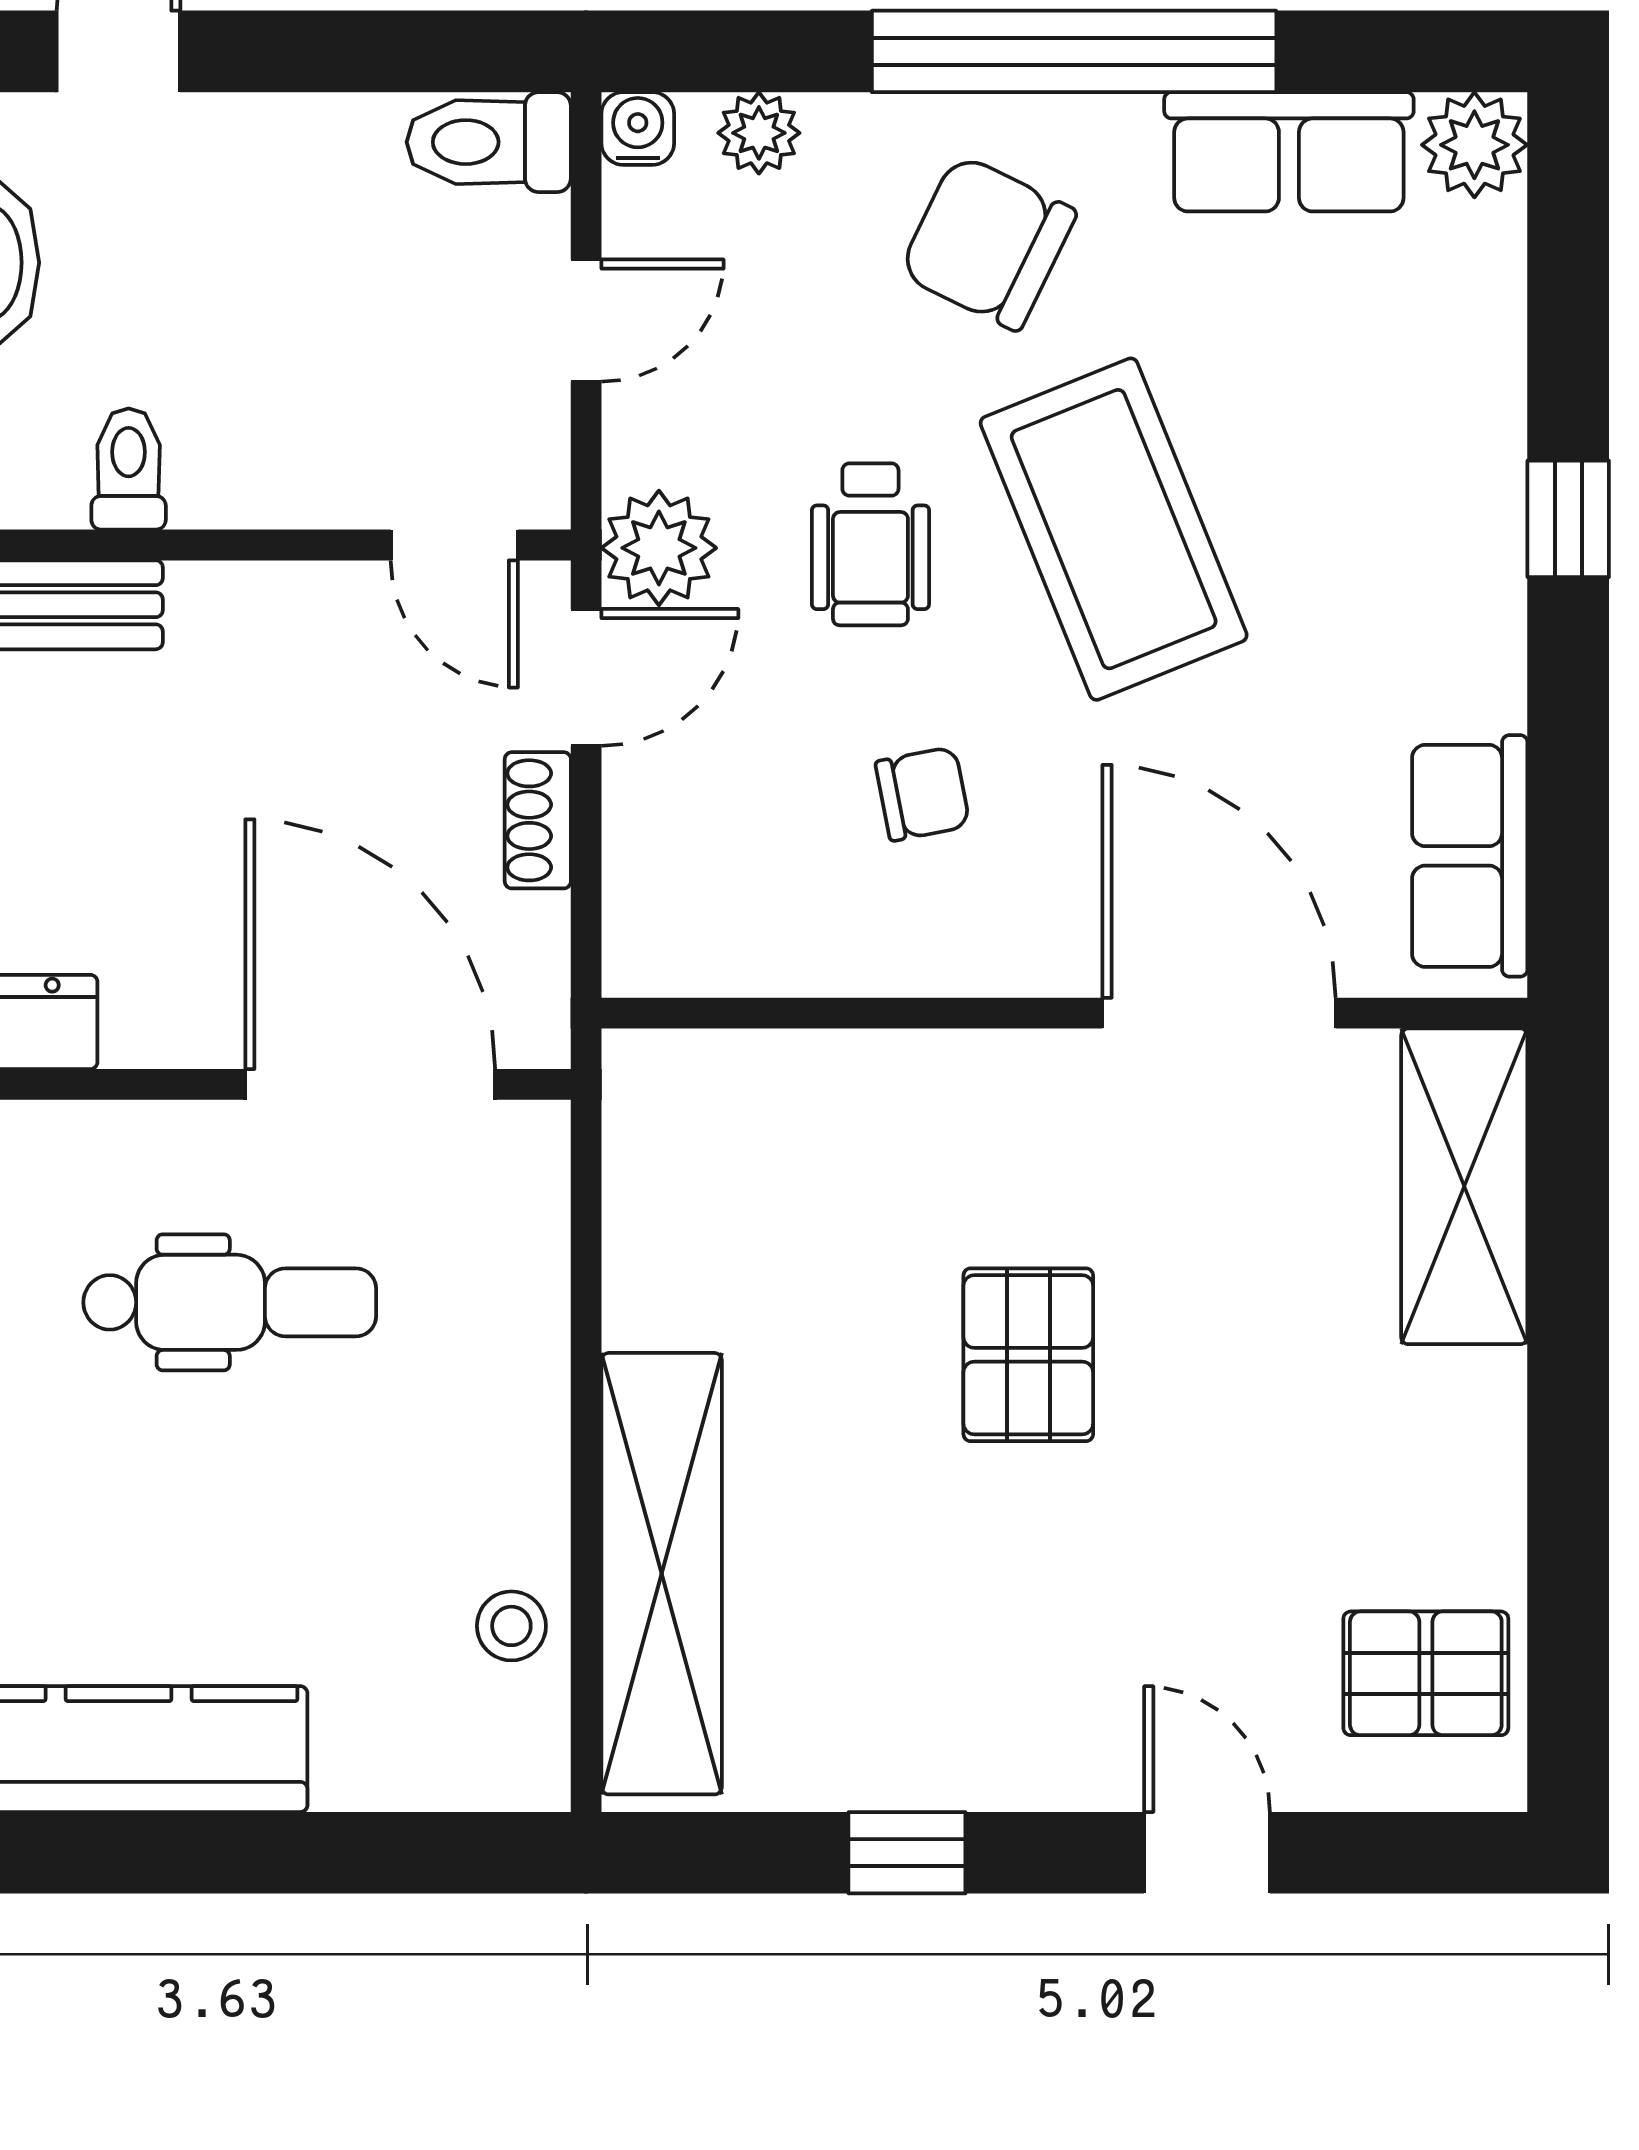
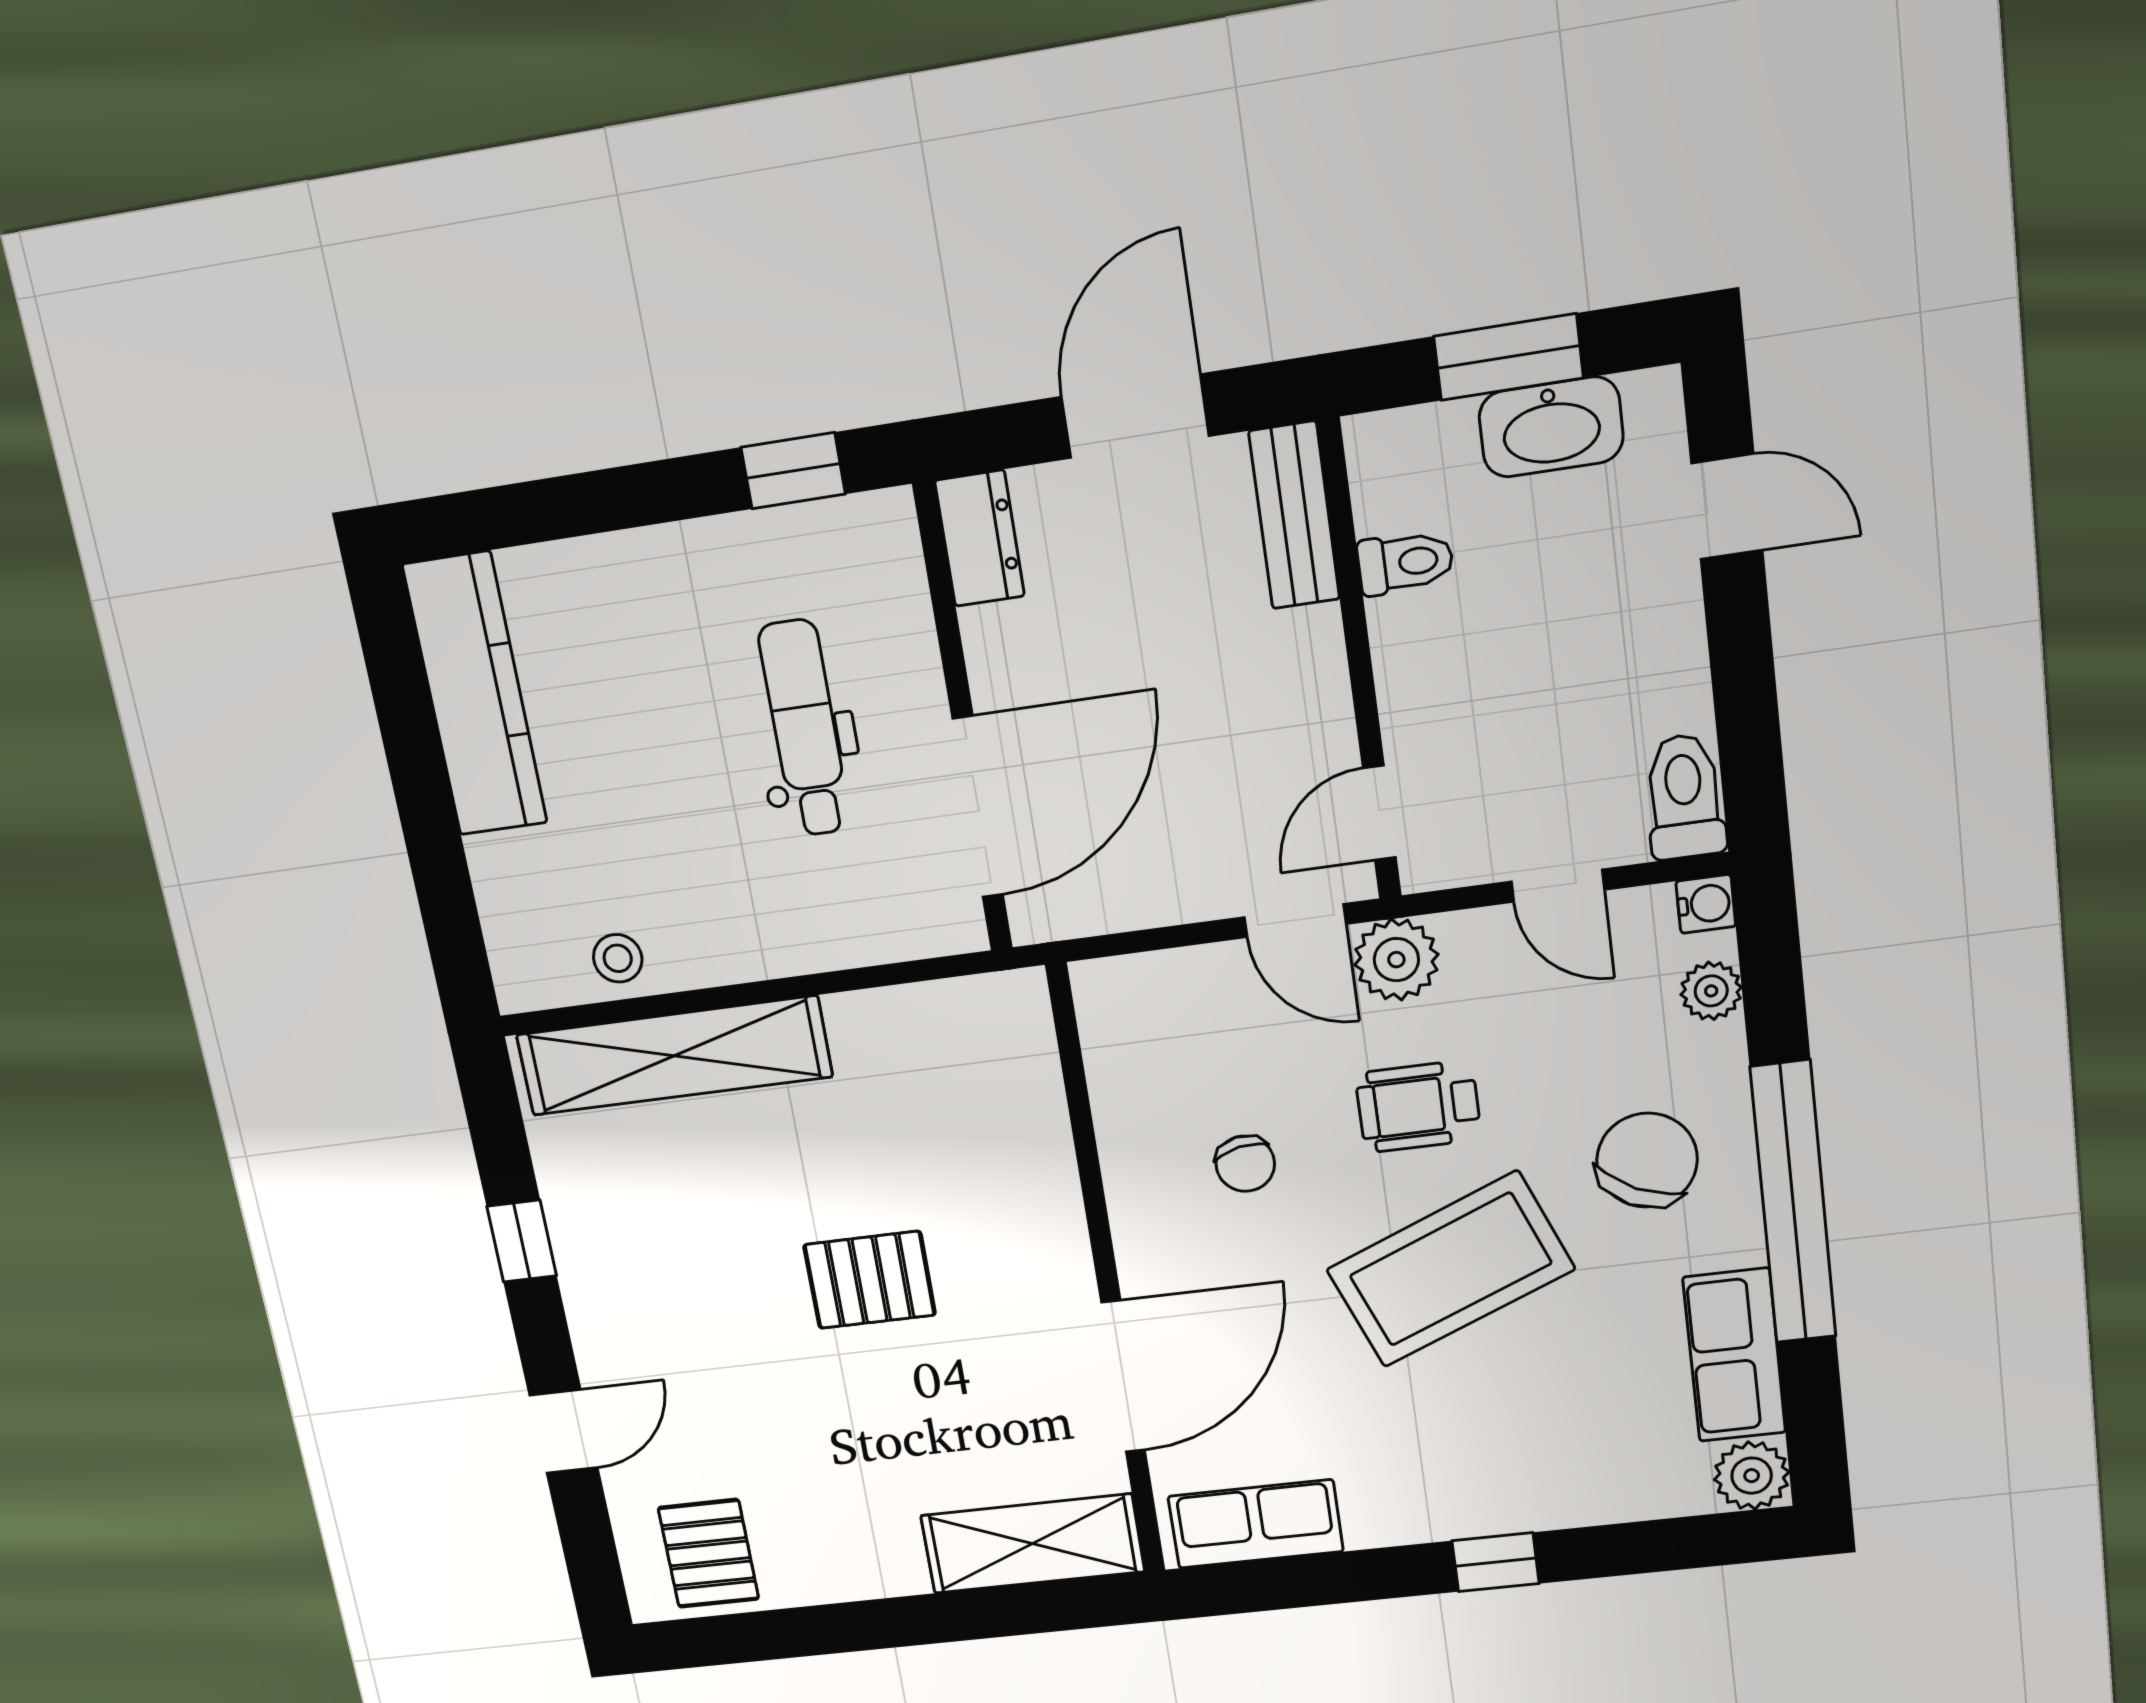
shoe rack: (538, 820) -> (1187, 900), removed
dental chair: (230, 1302) -> (805, 728), turned 180

